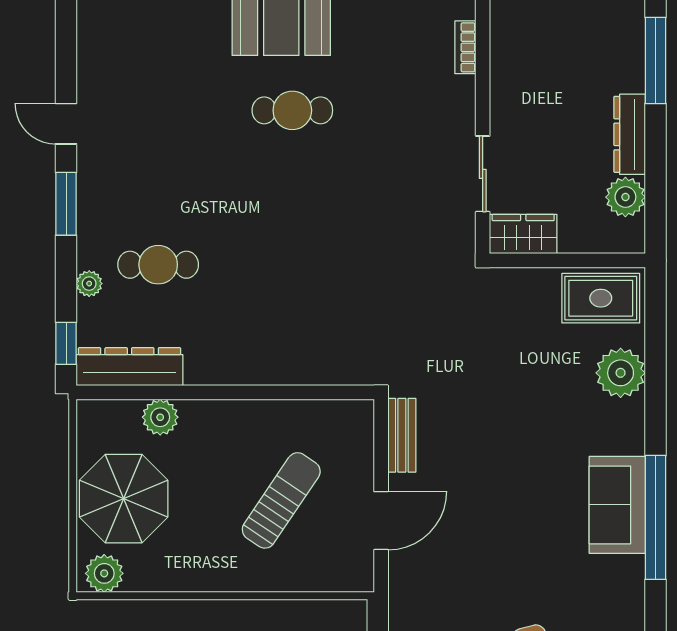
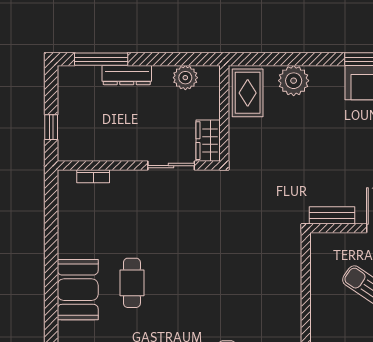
dresser: (630, 134) -> (127, 75), moved

